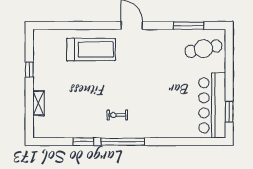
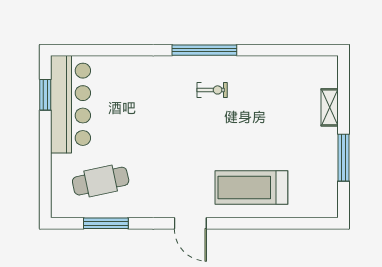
cafe table: (203, 49) -> (101, 181), moved
window: (29, 70) -> (343, 158), width x2.17
window: (83, 142) -> (263, 50), removed

